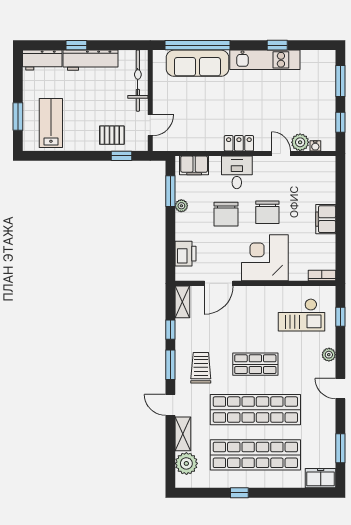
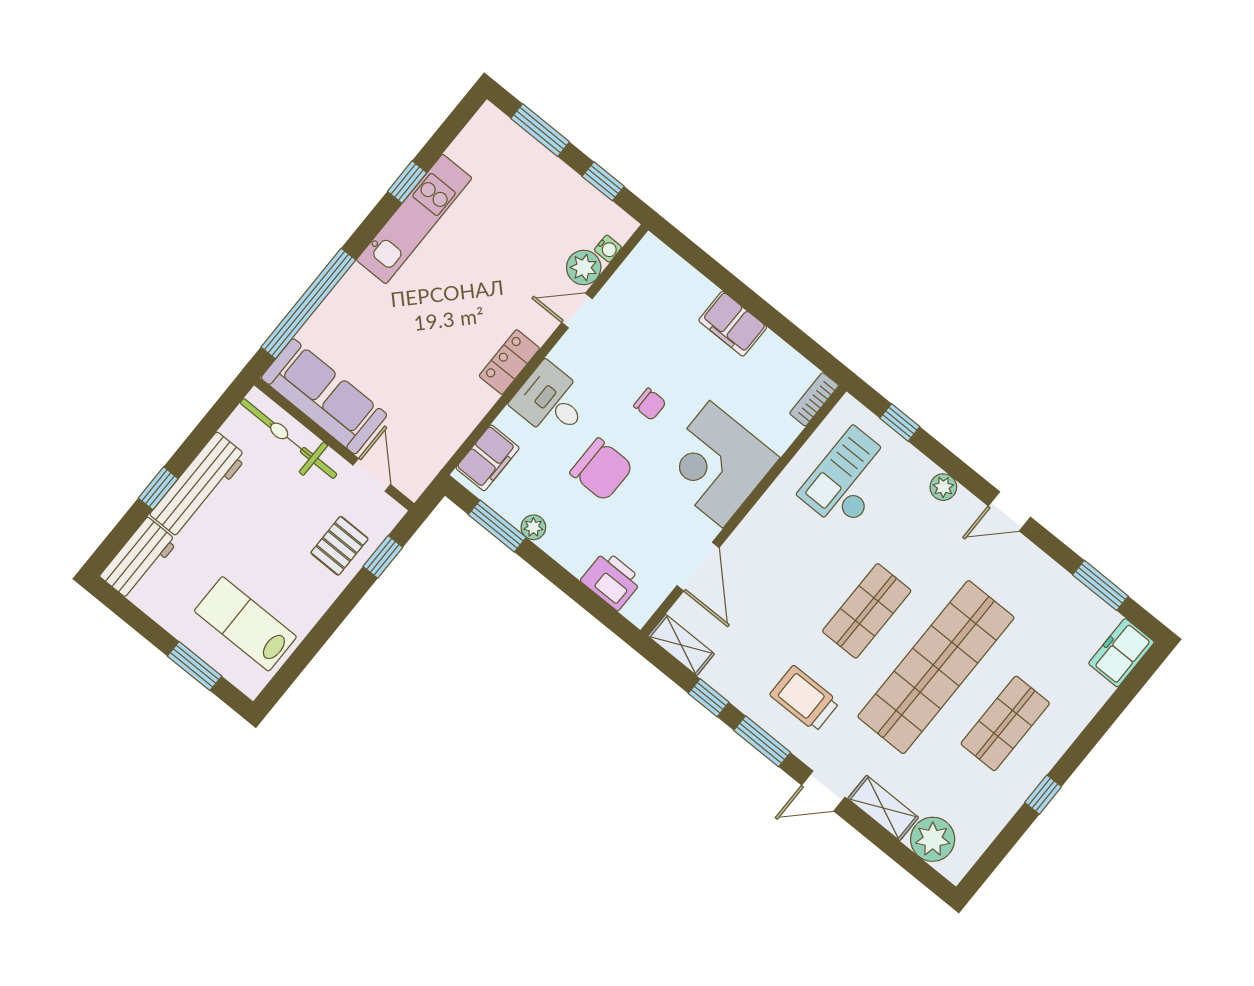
sofa: (197, 63) -> (324, 396), moved, turned -90
chair: (267, 212) -> (650, 404), width x0.54, depth x0.54
checkout: (302, 315) -> (849, 479), turned 180
shop shelf: (255, 455) -> (1005, 723), width x0.50, depth x0.74

